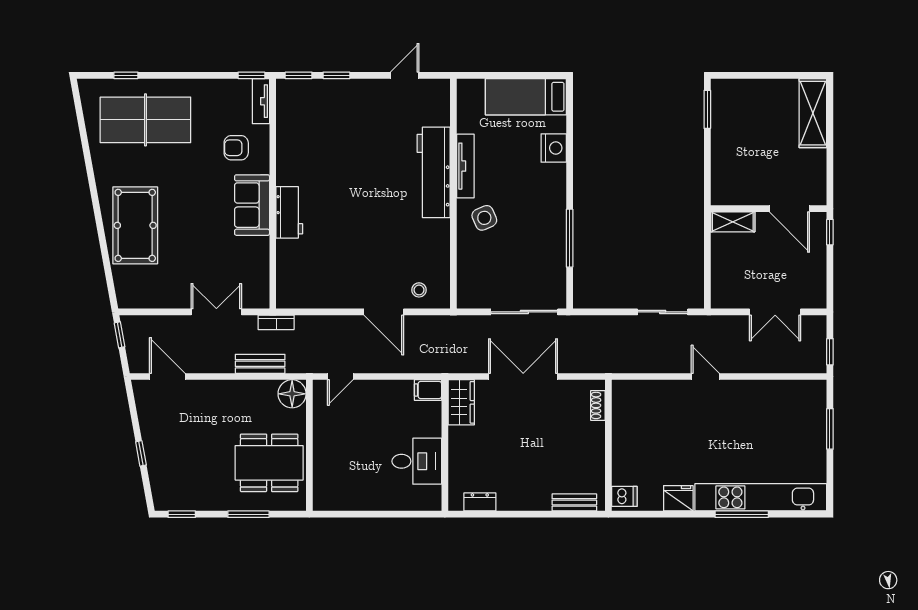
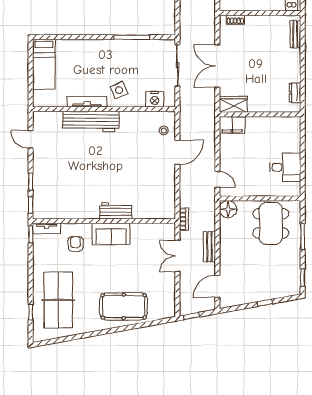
armchair: (236, 148) -> (76, 244), turned 180
nightstand: (554, 148) -> (155, 99), moved, turned 180
bench: (260, 364) -> (209, 247), moved
filing cabinet: (428, 390) -> (232, 125), width x2.00
desk: (417, 461) -> (285, 167), moved, turned 90

